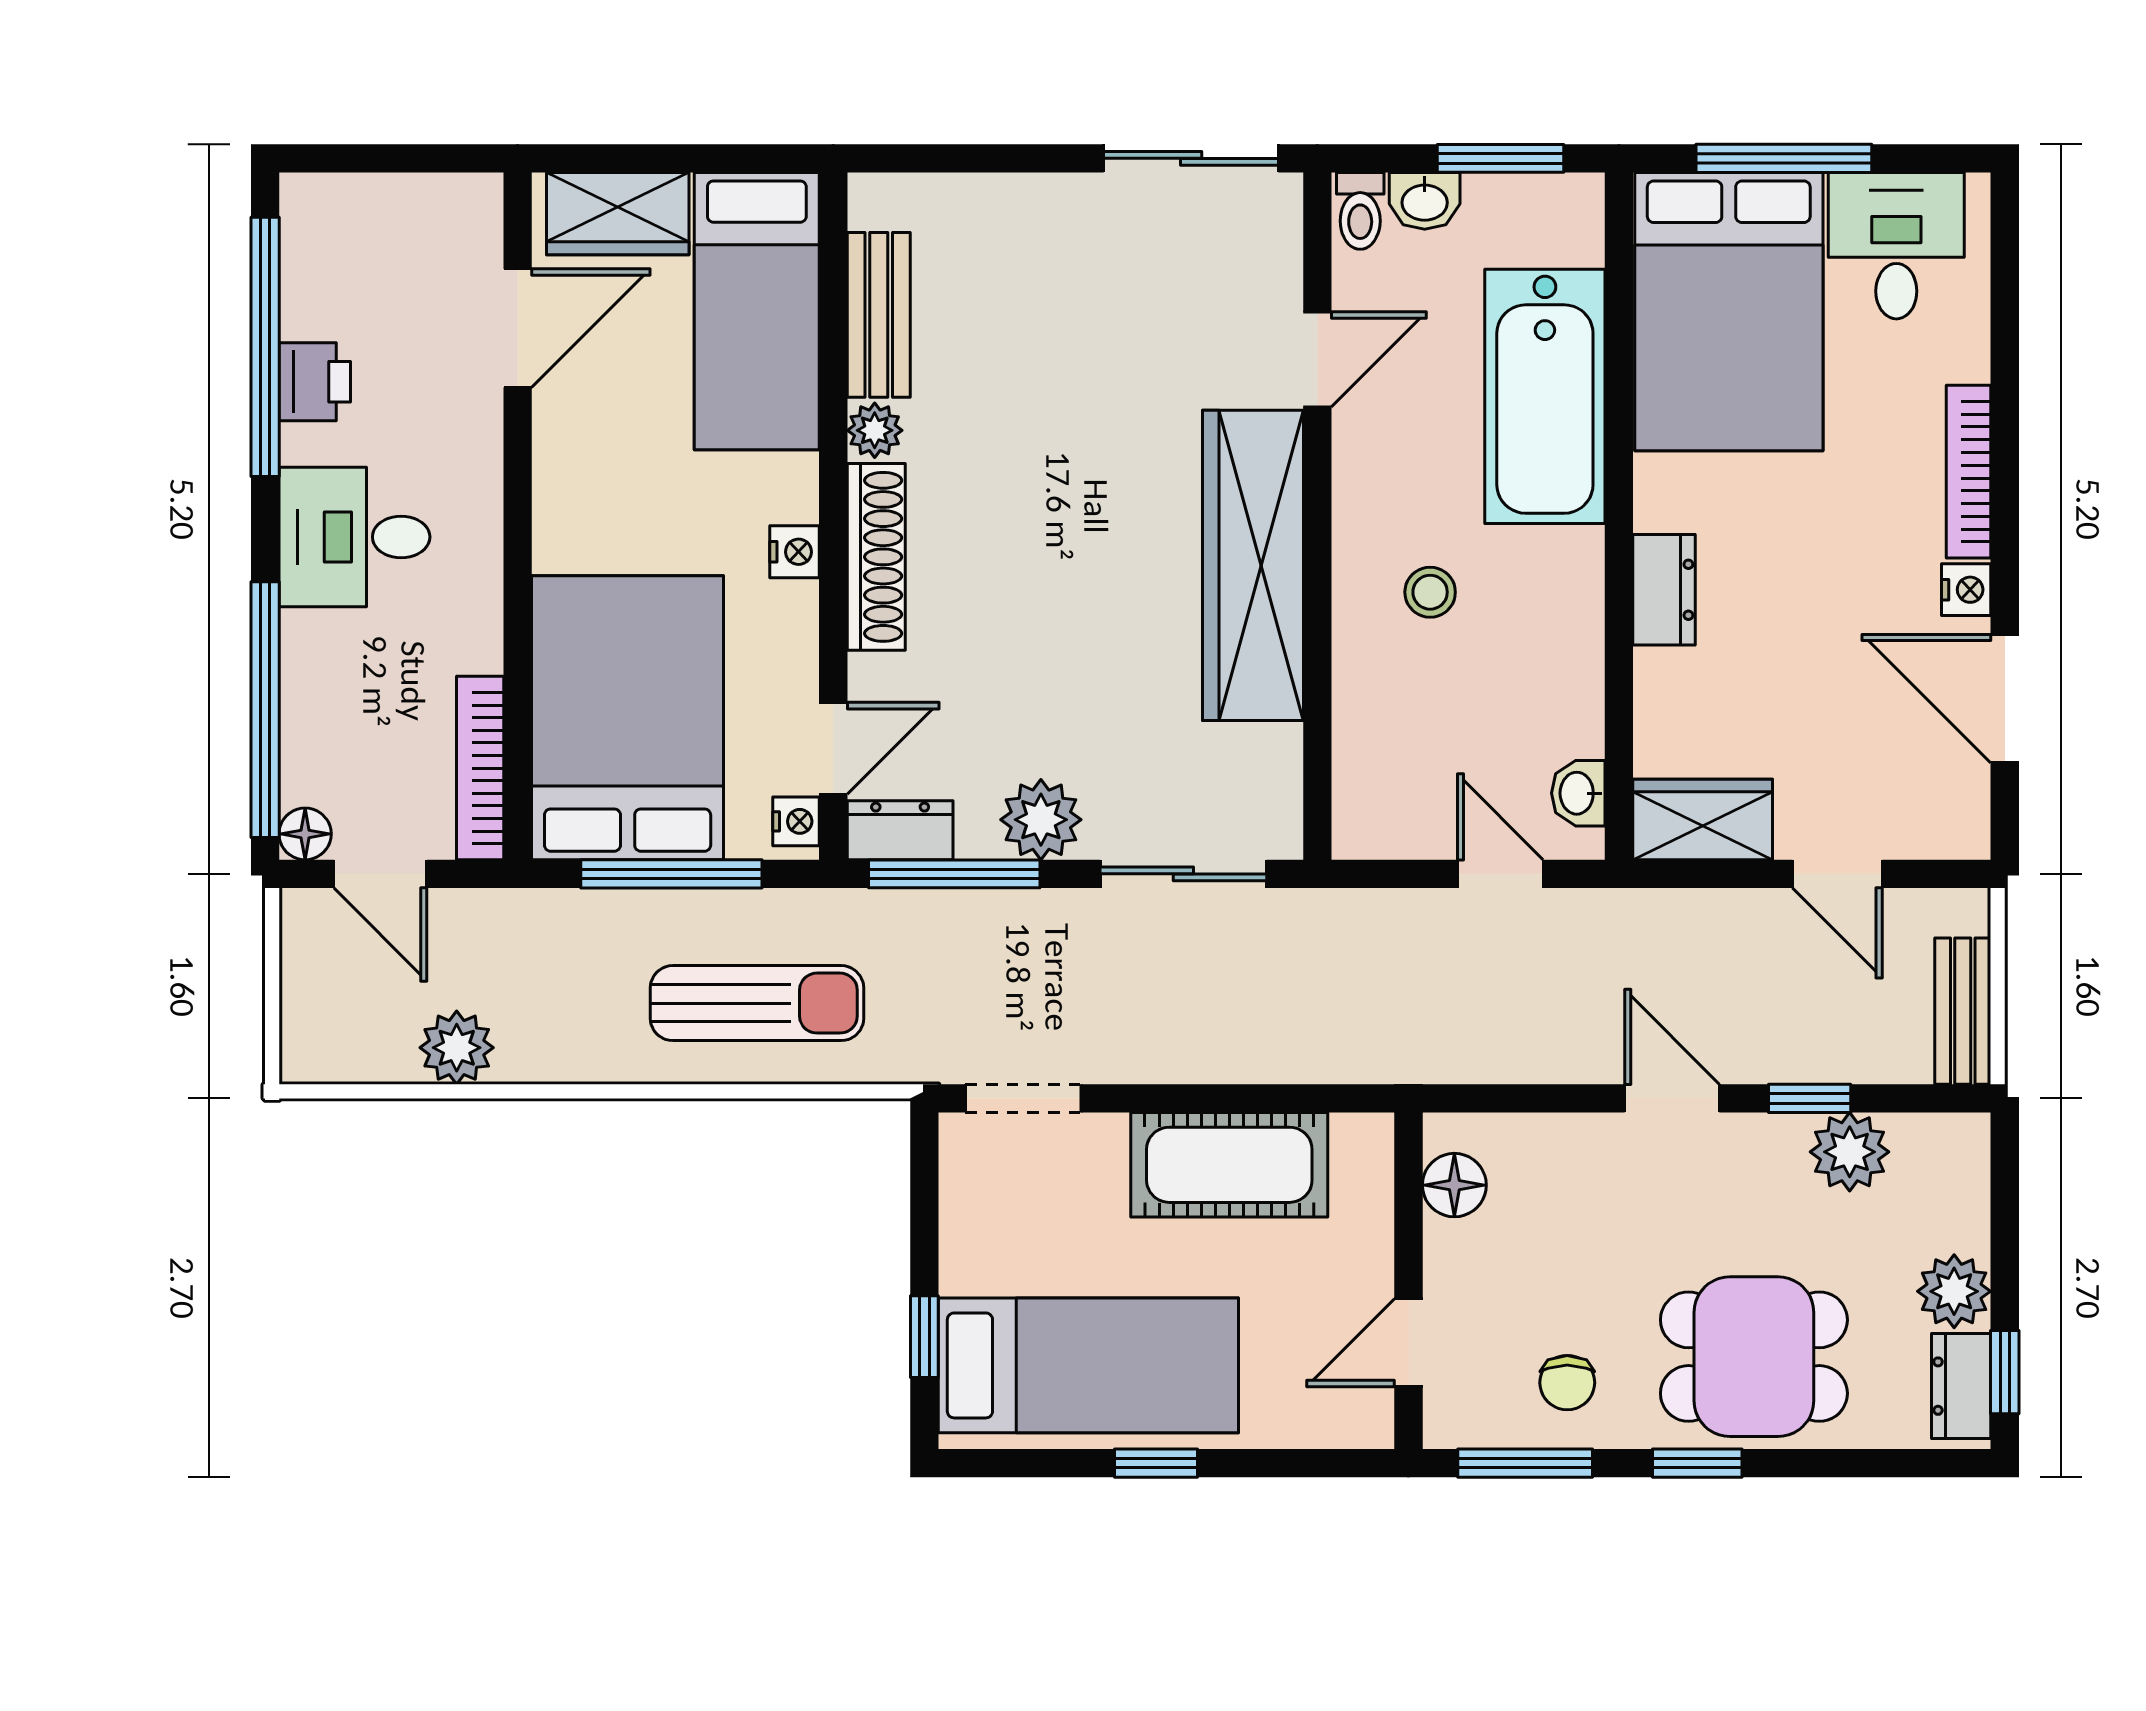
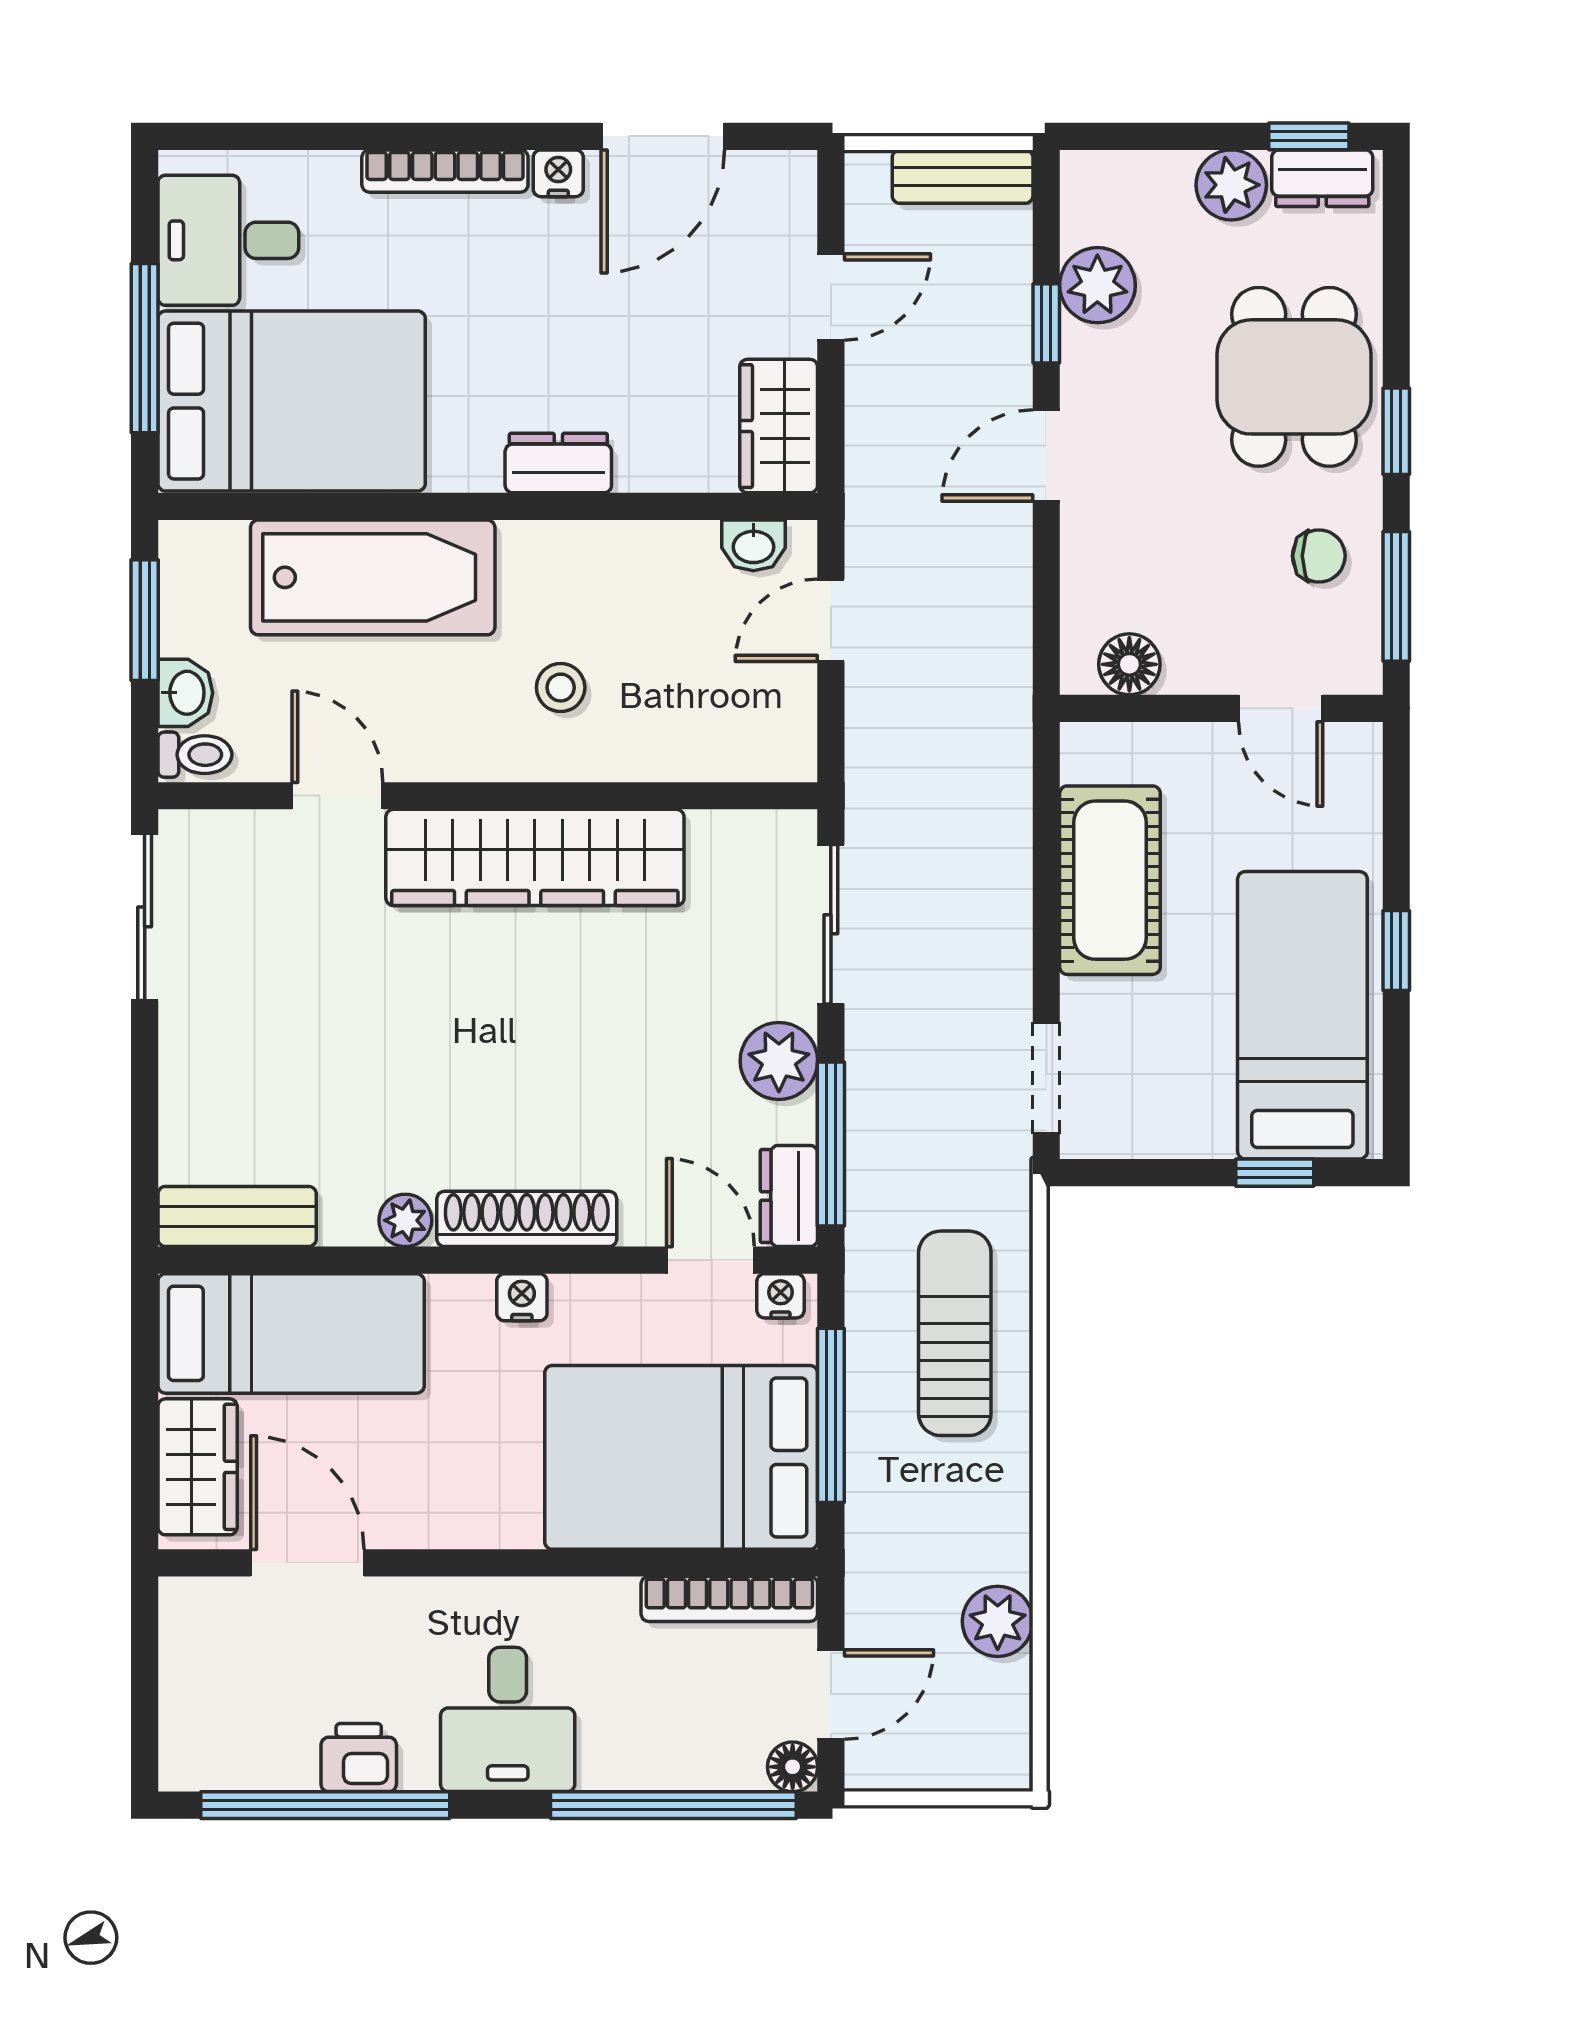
bench: (879, 315) -> (237, 1216), moved

